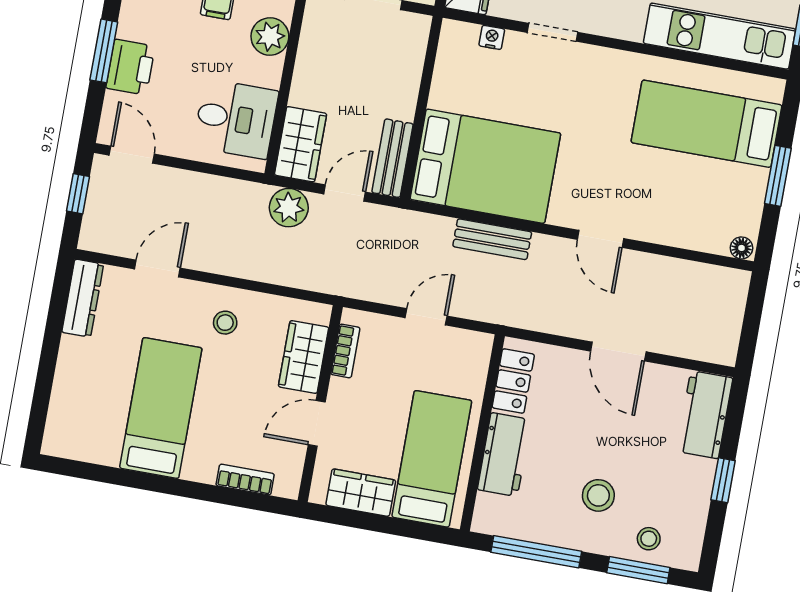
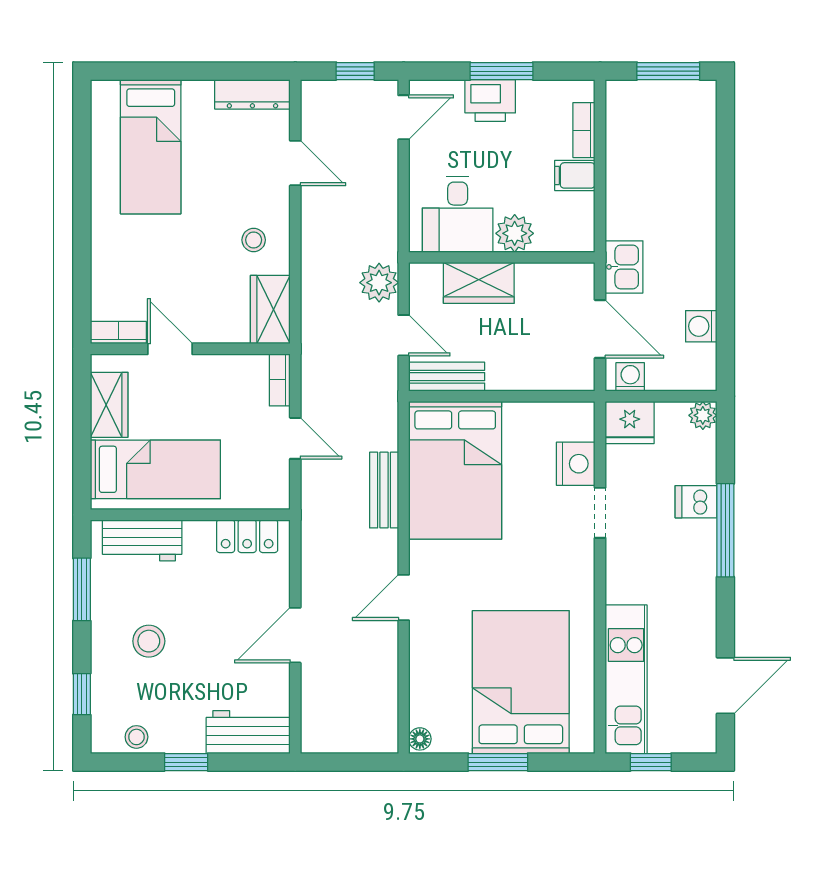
plant: (270, 37) -> (515, 233), moved
nightstand: (492, 37) -> (576, 464), width x1.89, depth x1.79
bed: (707, 124) -> (521, 682), width x1.50
wardrobe: (301, 144) -> (479, 283), moved
bookcase: (345, 351) -> (280, 380), moved, turned 90
wardrobe: (304, 357) -> (270, 310), moved, turned -90
bed: (161, 408) -> (151, 147), moved, turned 90
workbench: (504, 455) -> (142, 540), moved
bookcase: (245, 480) -> (118, 333), moved, turned -90
stool: (649, 539) -> (136, 737), moved
window: (536, 552) -> (82, 589), width x0.69
window: (638, 570) -> (82, 694), width x0.67

